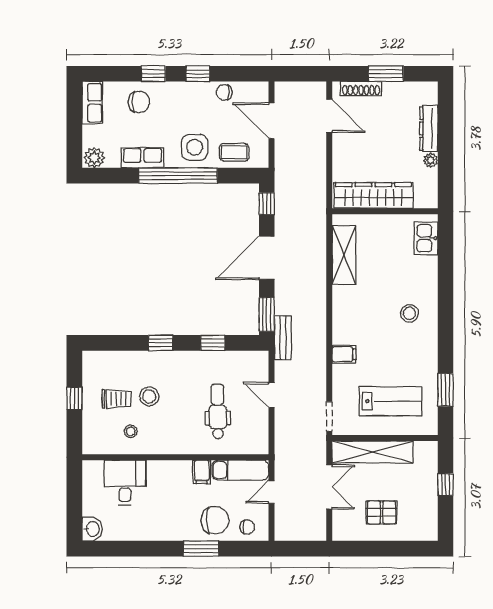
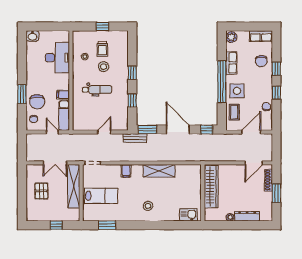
shelving: (344, 255) -> (159, 171), moved
lab bench: (391, 401) -> (101, 196), turned -90
dental chair: (218, 411) -> (97, 90), moved
desk: (125, 483) -> (57, 58), width x1.37

